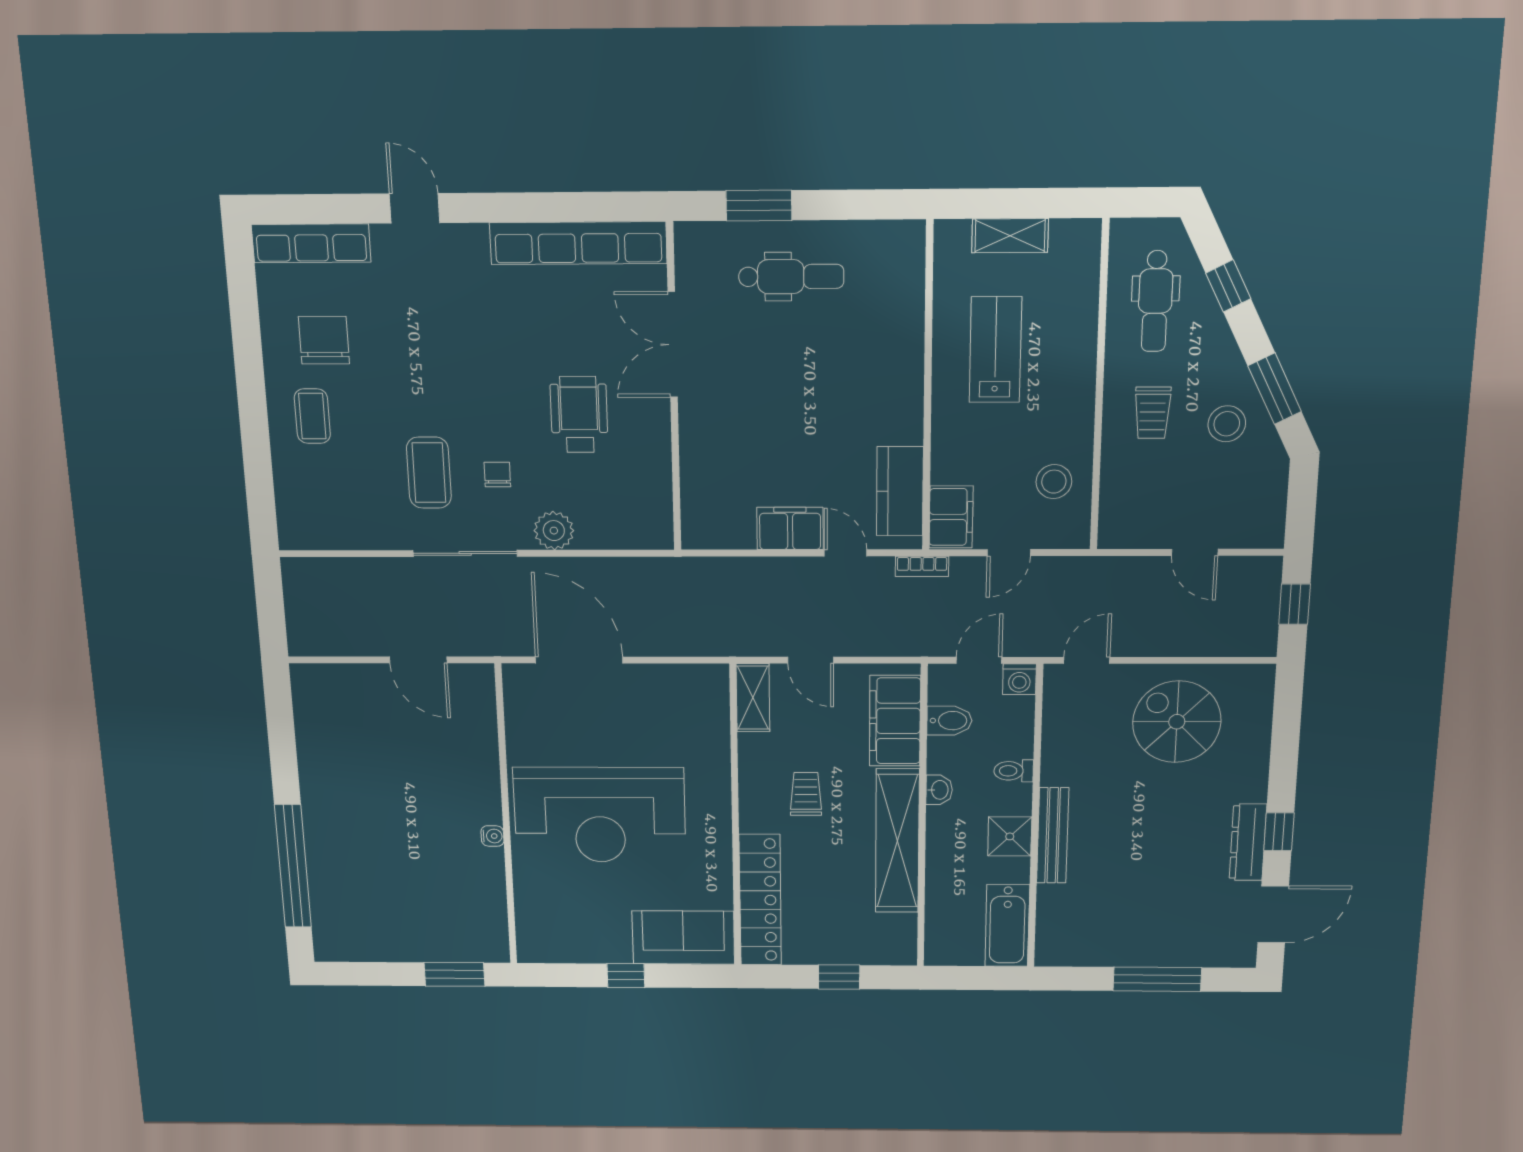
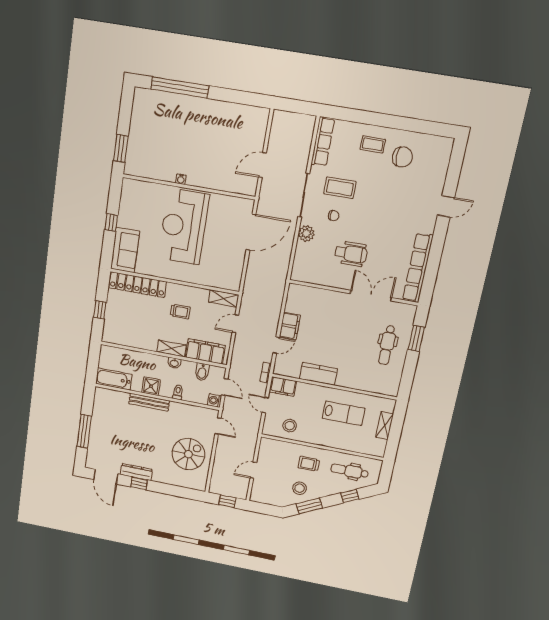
row of seats: (311, 243) -> (323, 142), moved, turned 180
kitchen counter: (900, 491) -> (318, 374), moved
shelving: (897, 841) -> (171, 348), width x0.45, depth x0.75

